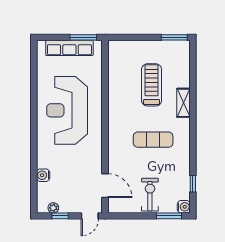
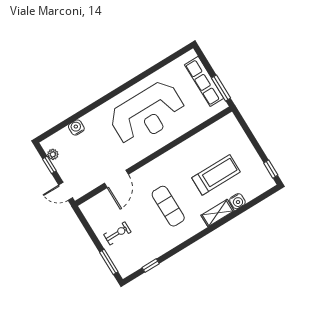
window: (174, 37) -> (271, 169), width x0.67
reception desk: (67, 110) -> (147, 113), turned 180
door: (105, 186) -> (116, 179), moved
exercise bike: (150, 195) -> (117, 233), width x0.73, depth x0.72
water cooler: (184, 207) -> (237, 201), moved

